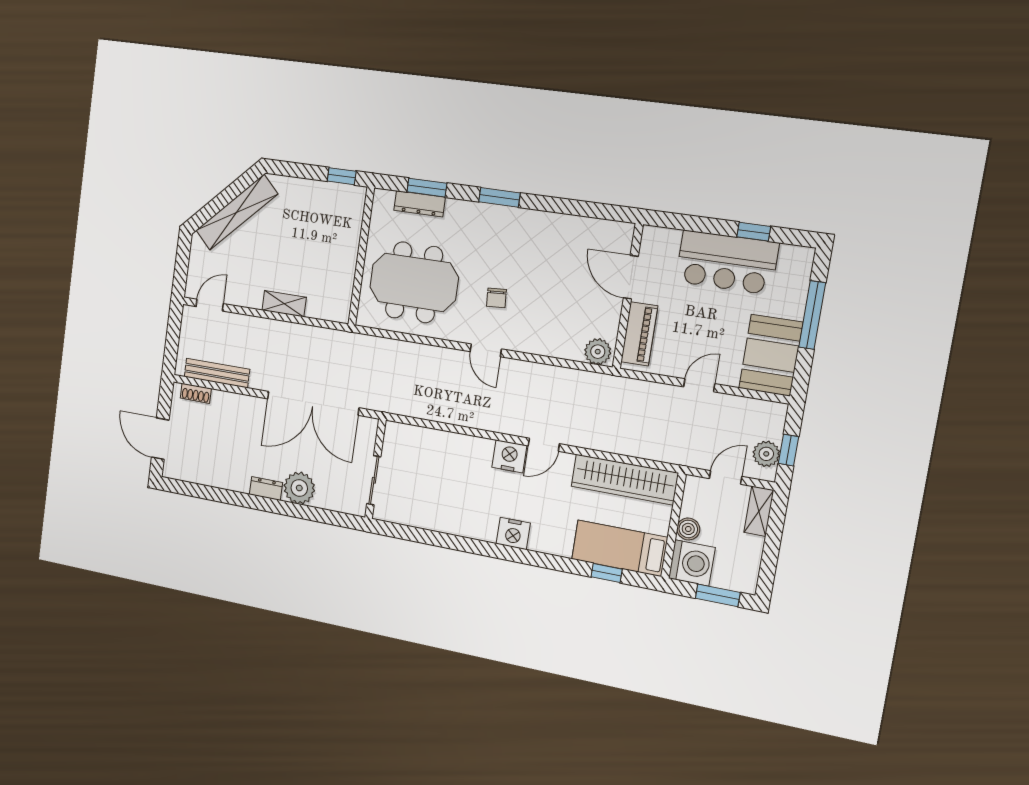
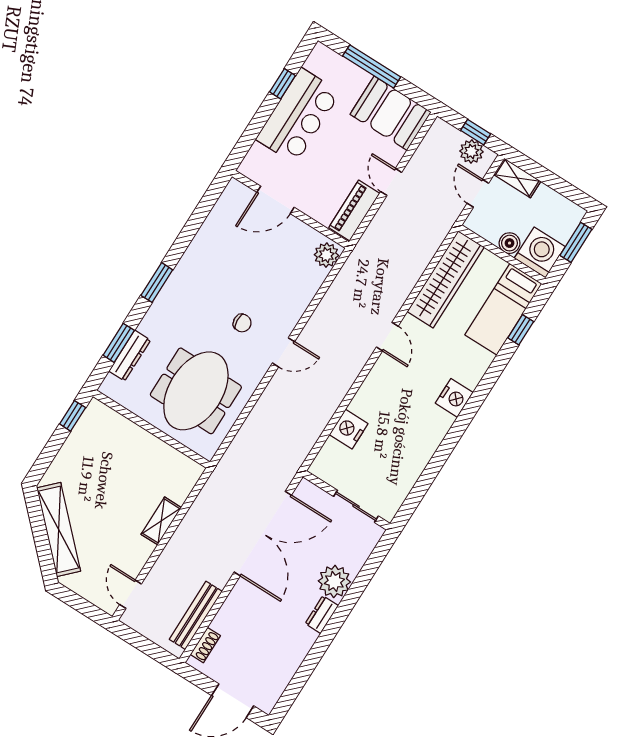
piano: (639, 334) -> (354, 211), moved, turned -90
nightstand: (509, 456) -> (349, 429), moved

